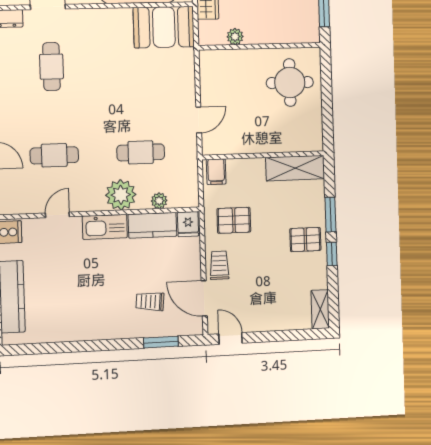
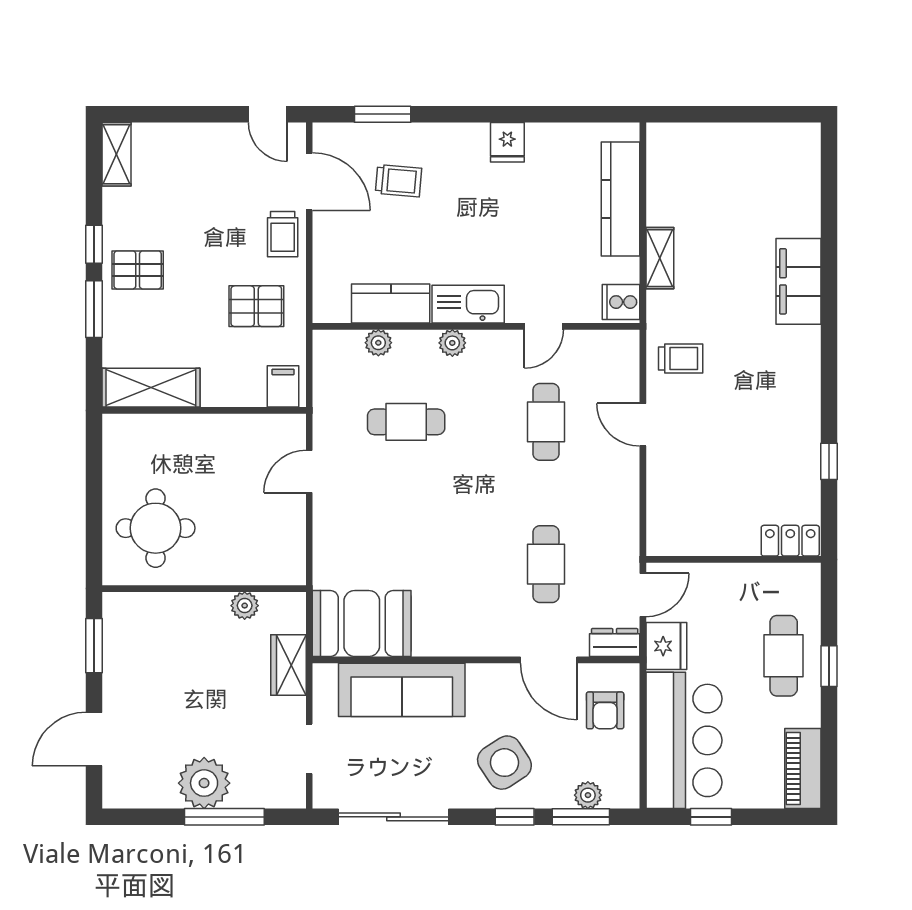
cafe table: (54, 155) -> (546, 422), turned 90
plant: (121, 195) -> (452, 343), width x0.53, depth x0.53
fridge: (188, 224) -> (507, 142), moved, turned 180

